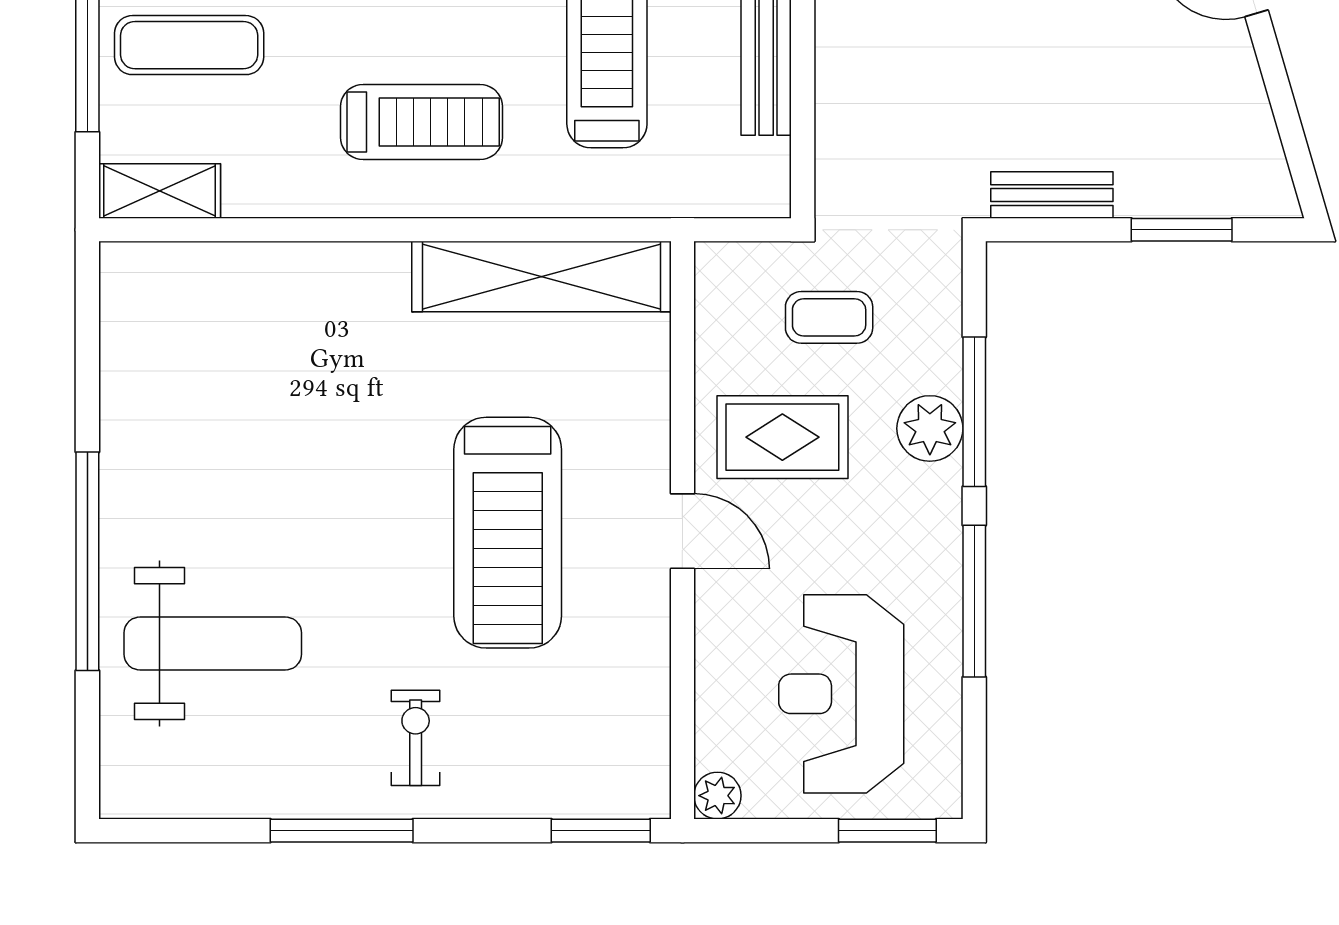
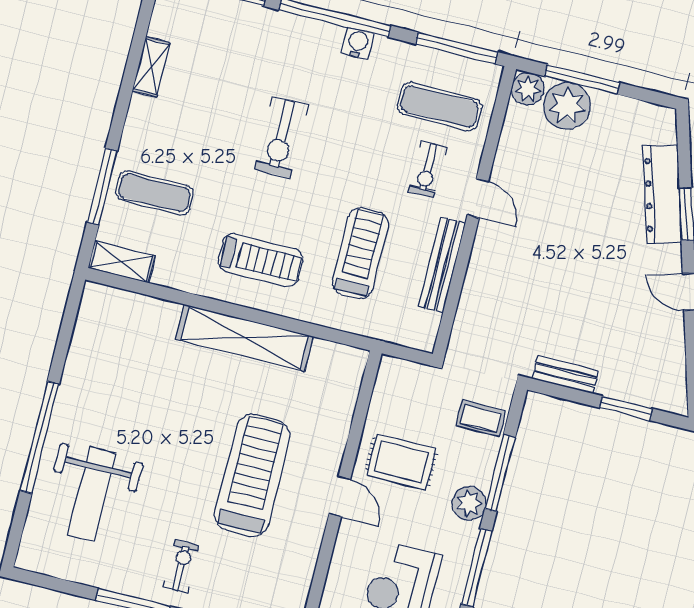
shelving: (541, 277) -> (245, 338), moved
coffee table: (829, 317) -> (481, 418), moved
plant: (930, 428) -> (469, 503), moved
treadmill: (508, 533) -> (253, 475), turned 180
weight bench: (213, 644) -> (92, 494), turned 90

